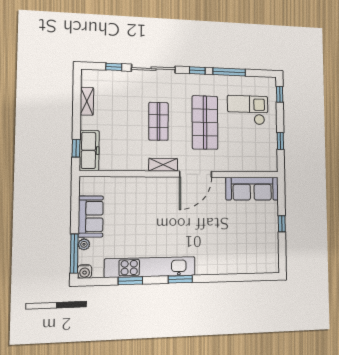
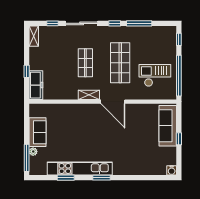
shelving: (87, 101) -> (34, 36), moved
checkout: (248, 110) -> (155, 75), moved
window: (280, 141) -> (179, 76), width x3.17
window: (76, 148) -> (27, 71), moved
door: (196, 174) -> (113, 102), hinge flipped
sofa: (252, 189) -> (168, 126), moved, turned 90
water cooler: (85, 272) -> (172, 170), moved

